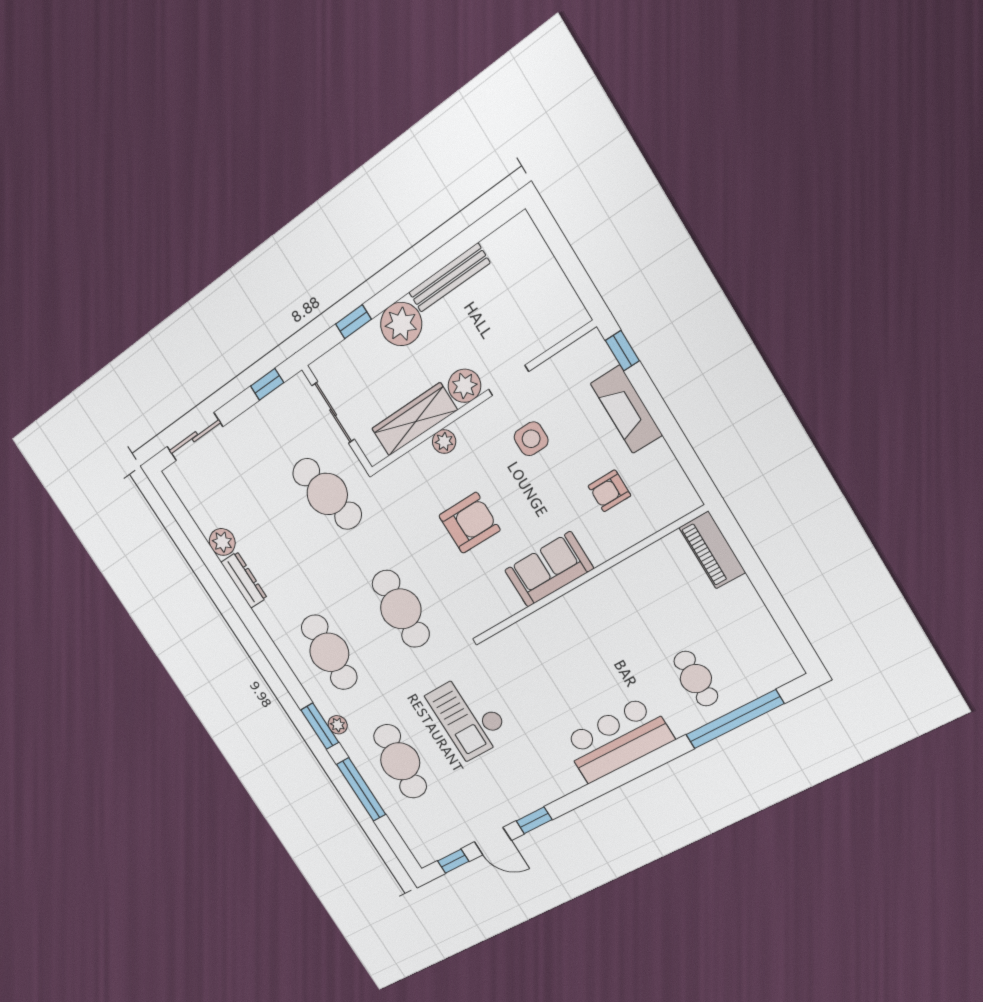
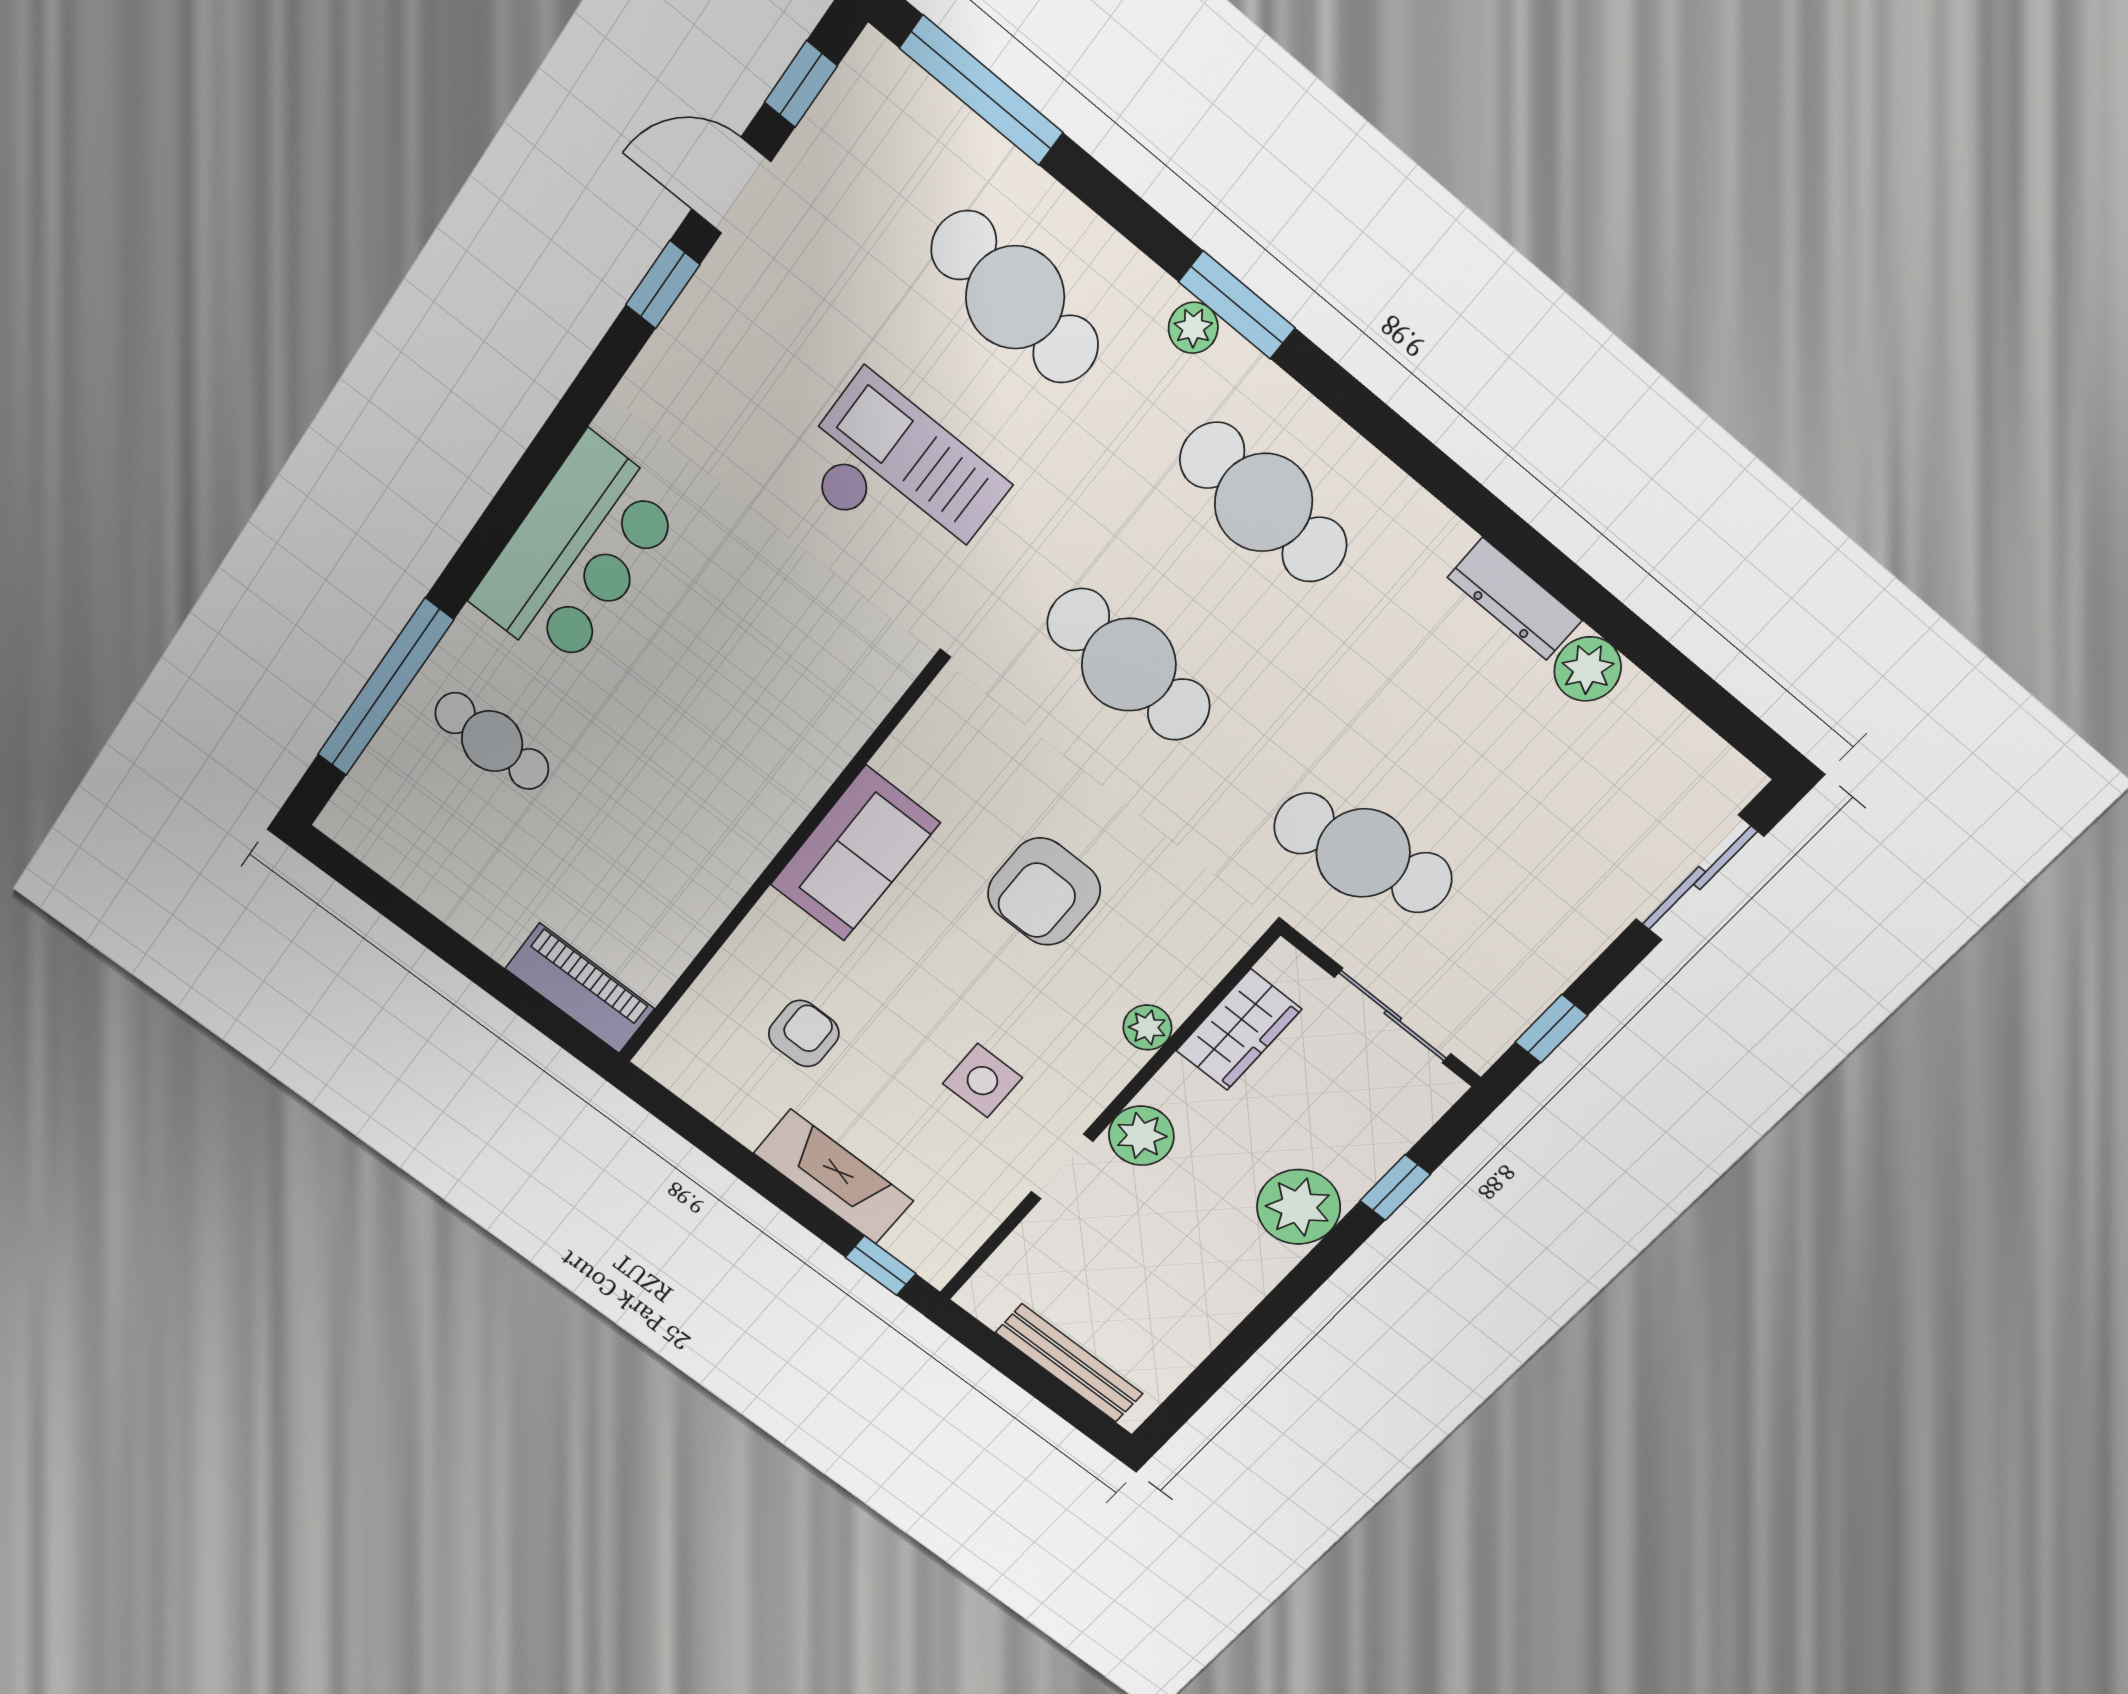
bench: (449, 278) -> (1069, 1363), moved, turned 90
wardrobe: (414, 419) -> (1239, 1030), width x0.67
window: (361, 789) -> (981, 90), moved

